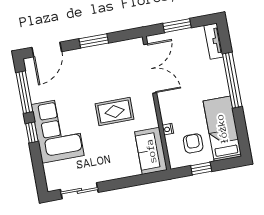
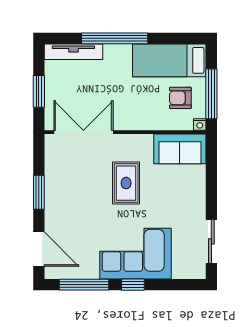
tv unit: (214, 41) -> (73, 52), width x1.41
nightstand: (168, 129) -> (200, 124), moved
window: (201, 168) -> (211, 94), width x2.17

